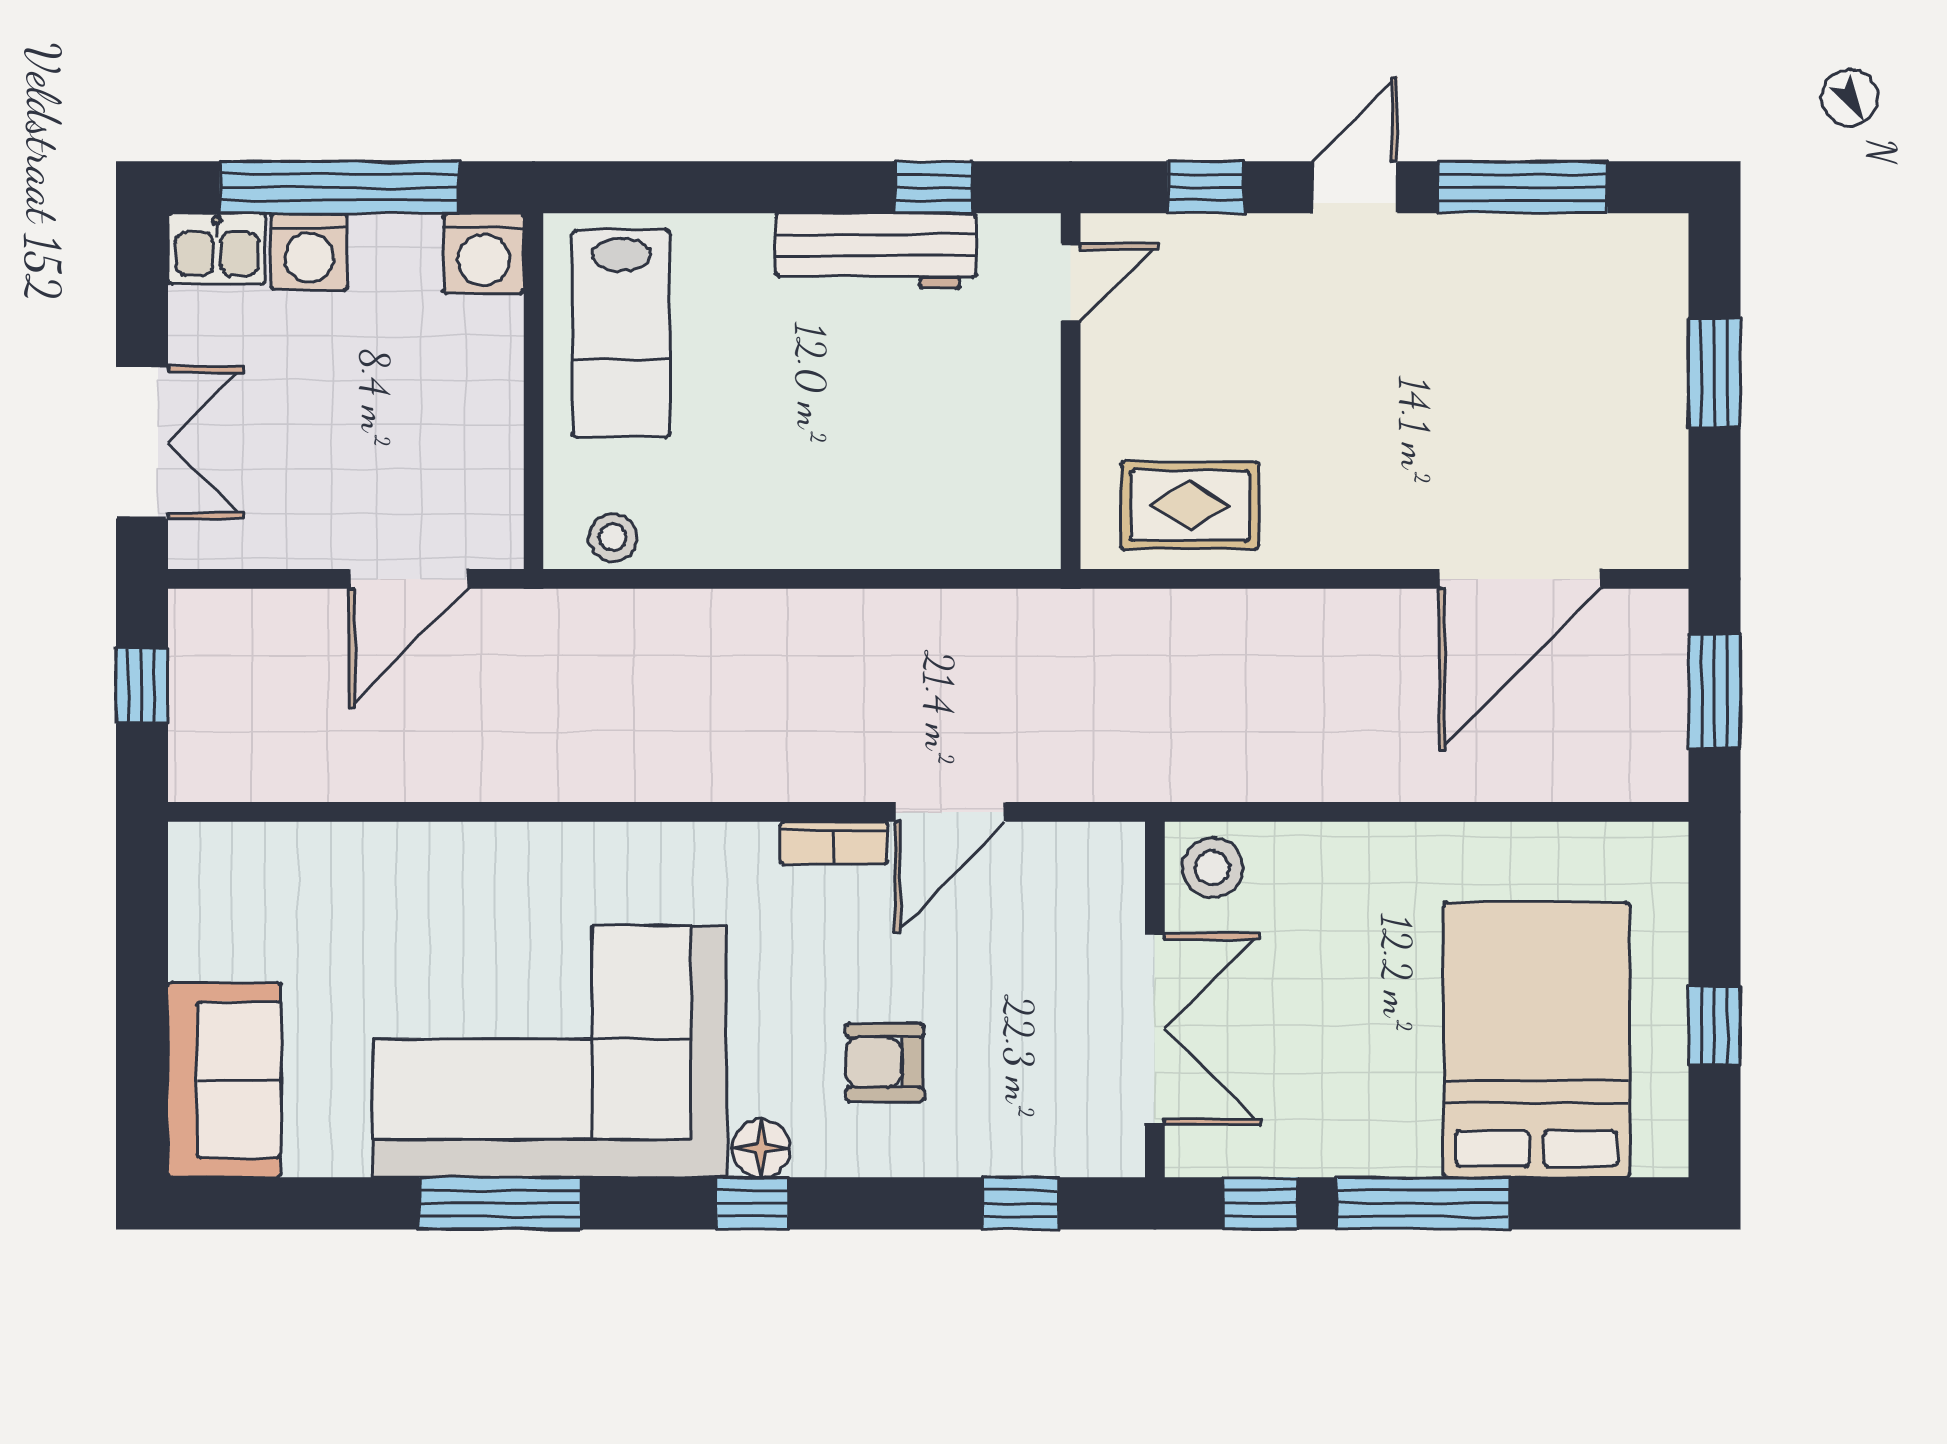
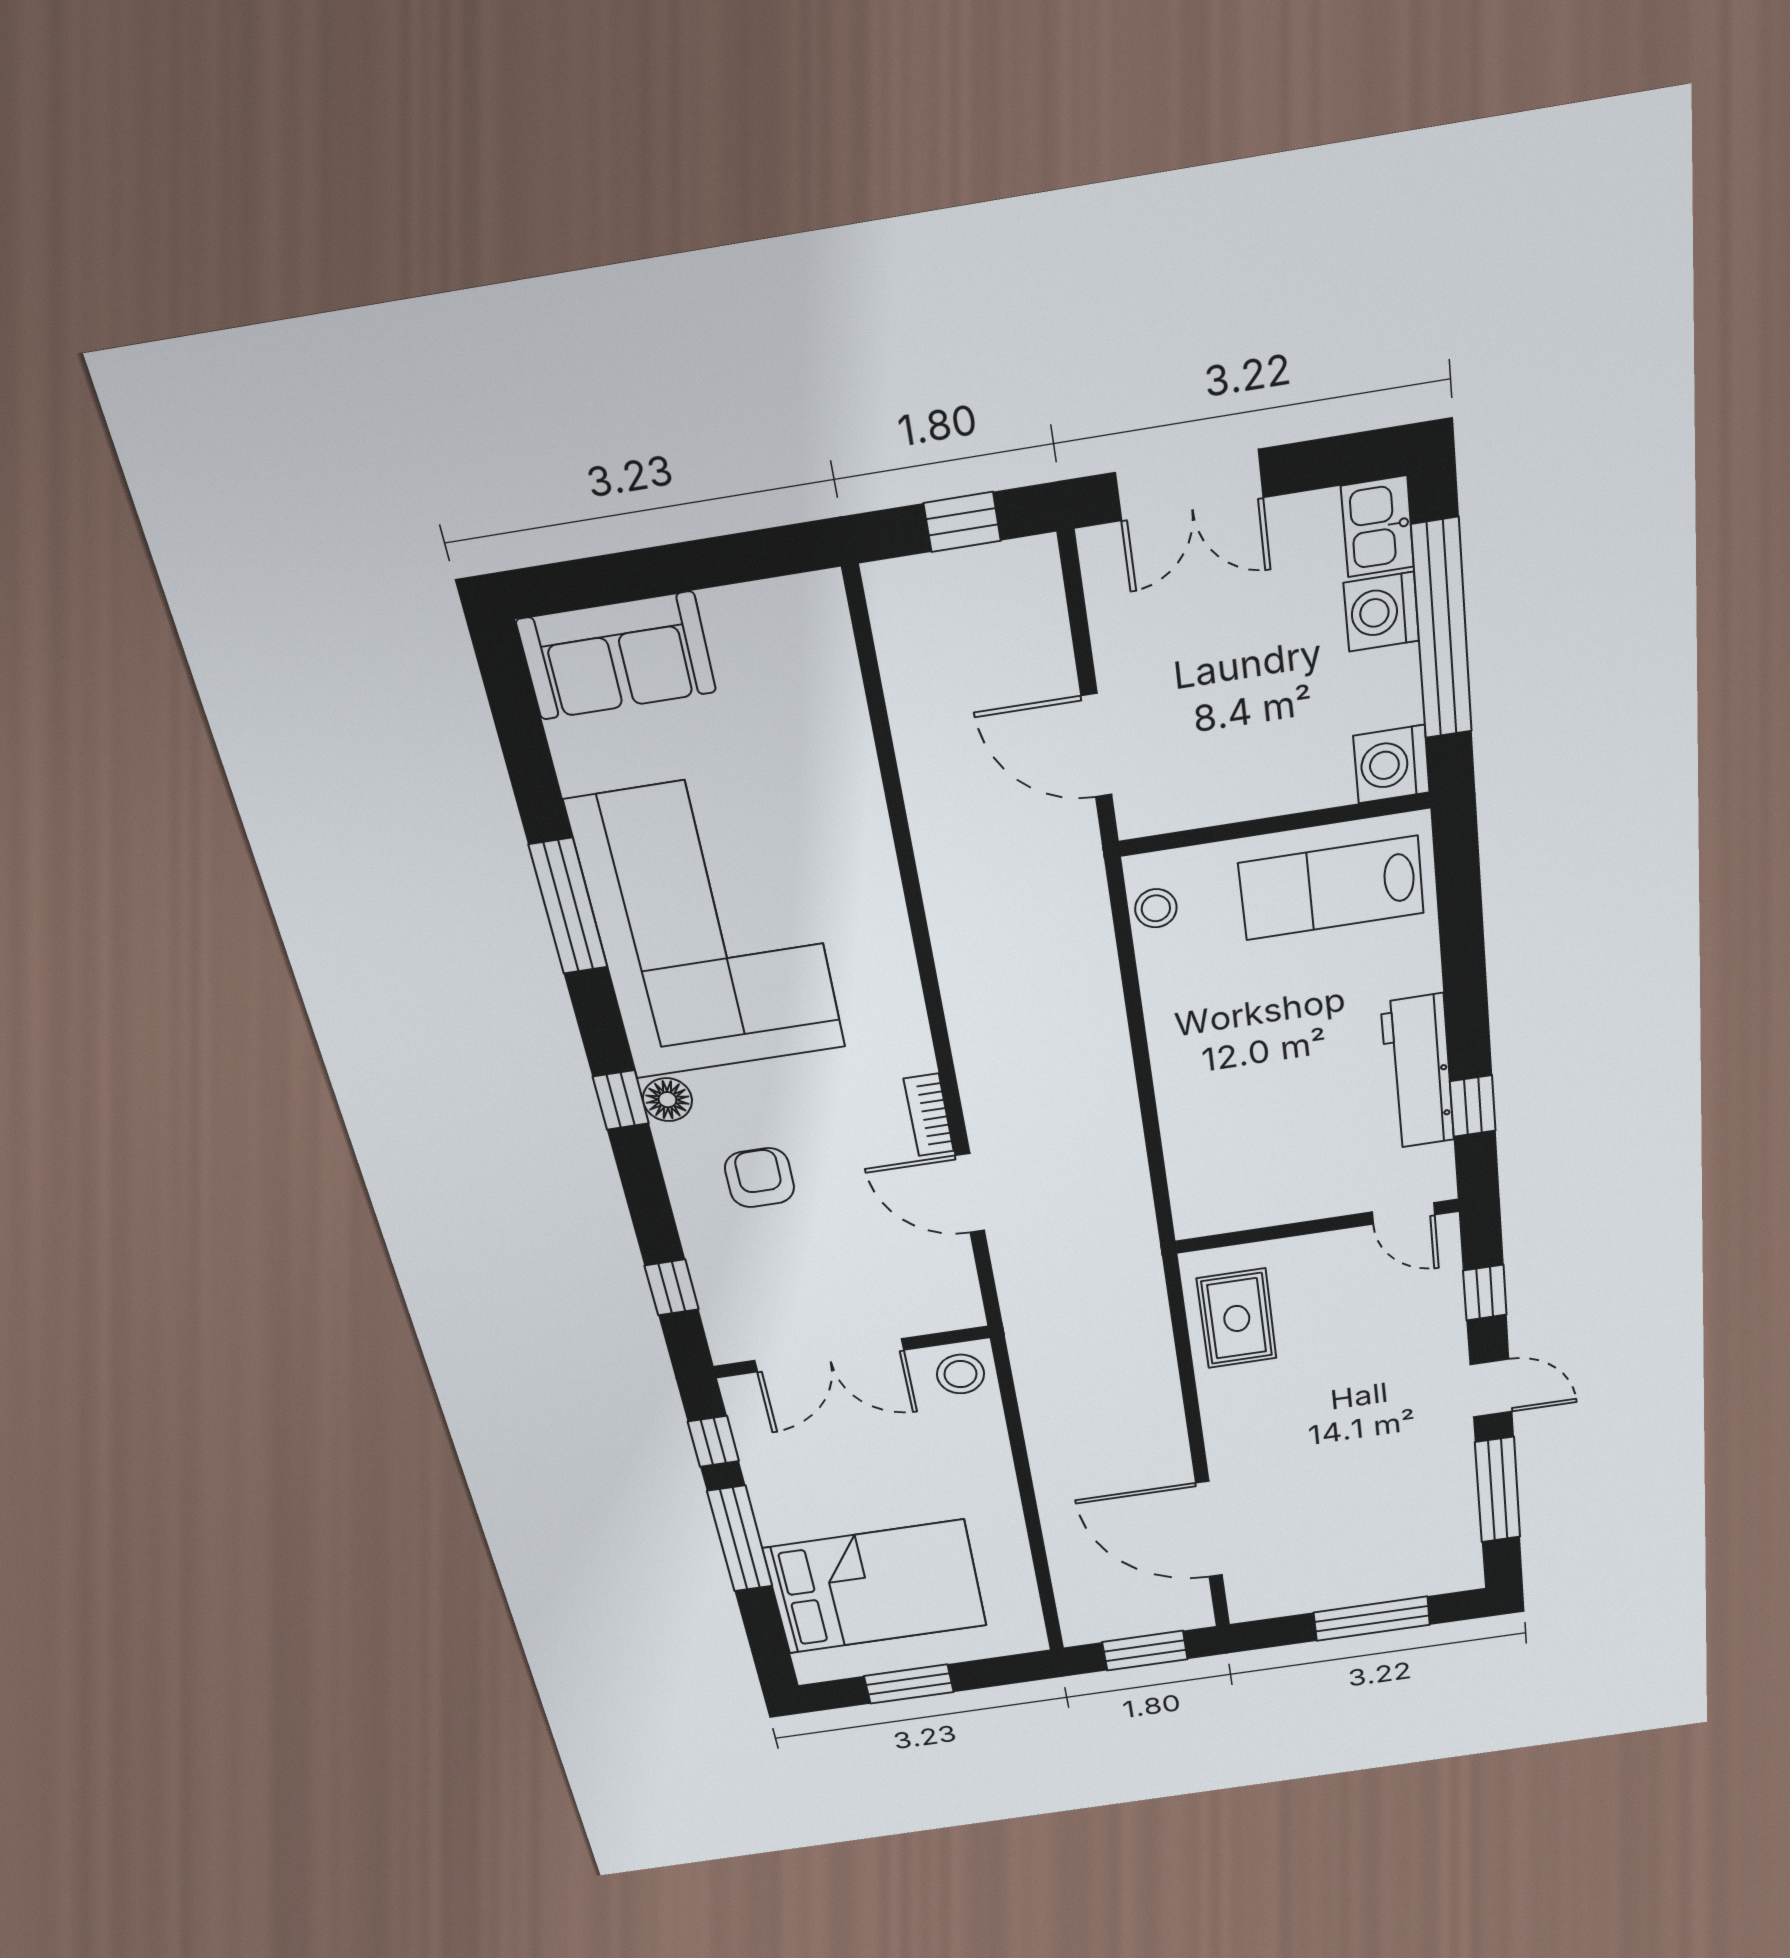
window: (1715, 373) -> (1372, 1619), width x1.44
window: (1715, 1025) -> (909, 1684), width x1.50

